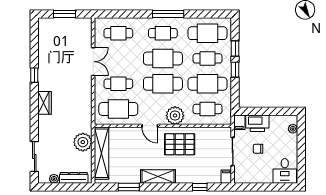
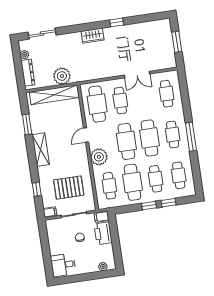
cafe table: (208, 33) -> (179, 175), width x0.73, depth x0.74
pallet: (180, 144) -> (69, 188), moved, turned 90

